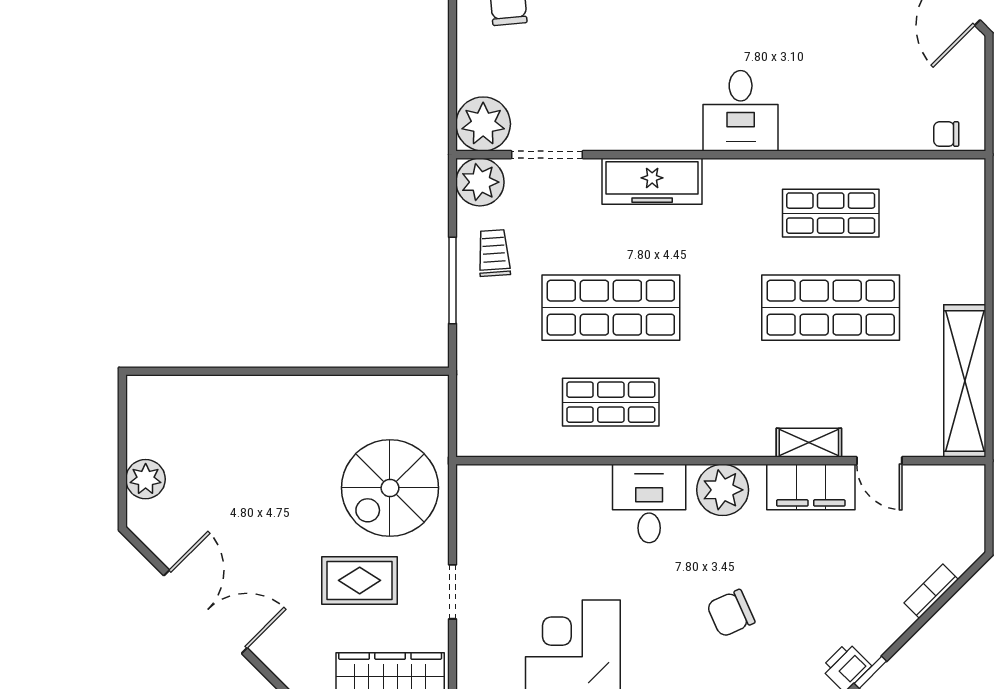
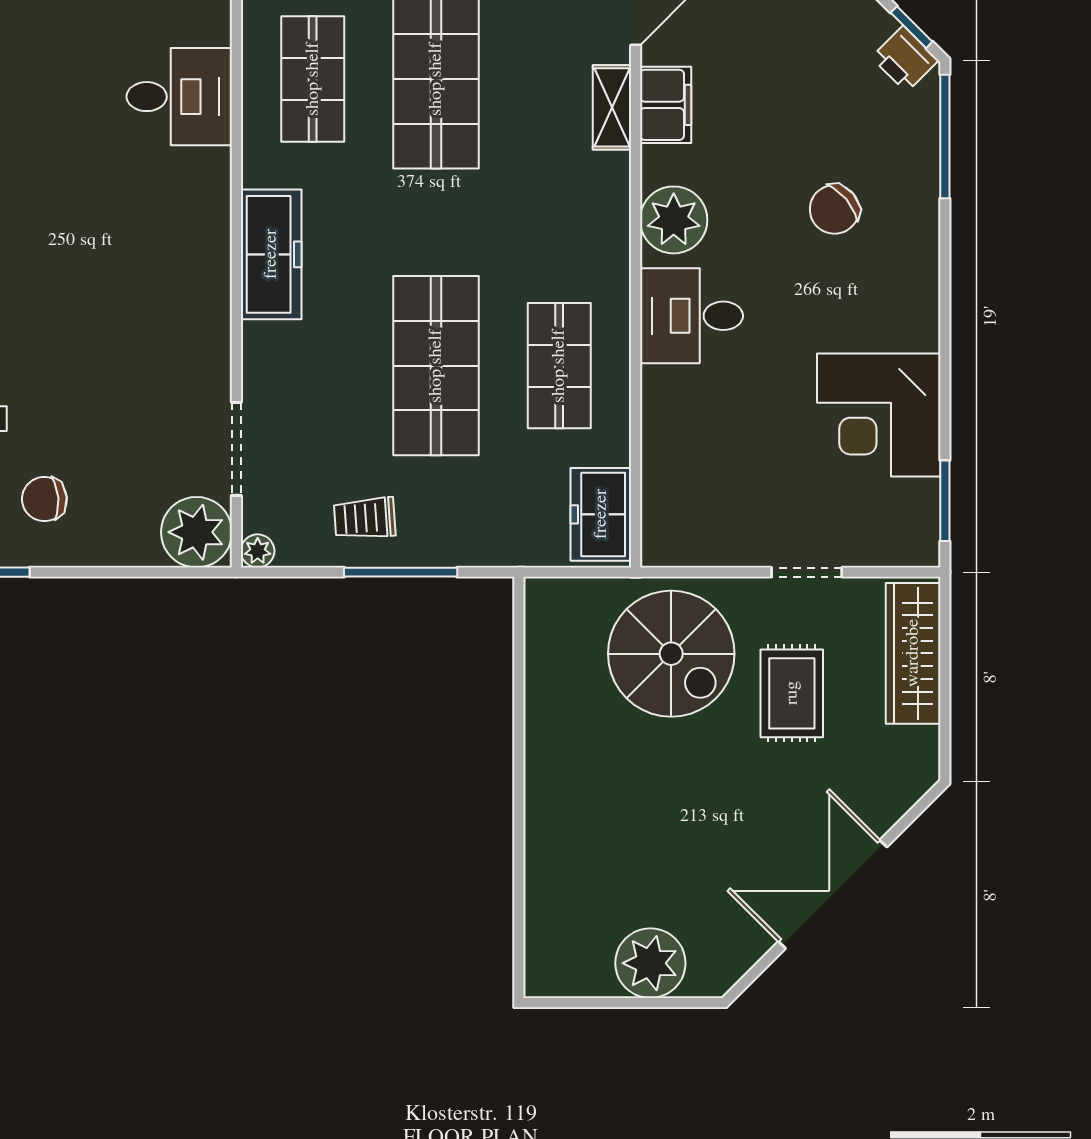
desk: (741, 111) -> (179, 97), moved
freezer: (652, 181) -> (271, 254), moved
plant: (480, 182) -> (258, 551), width x0.53, depth x0.53
freezer: (497, 434) -> (601, 514), added
plant: (146, 479) -> (650, 963), width x1.36, depth x1.36
filing cabinet: (811, 487) -> (666, 105), width x0.67, depth x0.86
chair: (731, 613) -> (834, 209), turned 74

